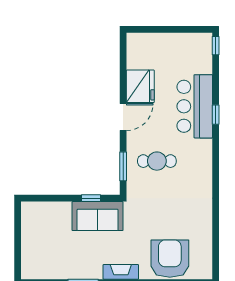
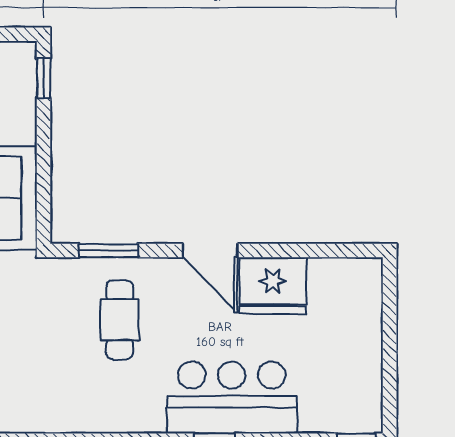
window: (91, 198) -> (44, 78), moved

